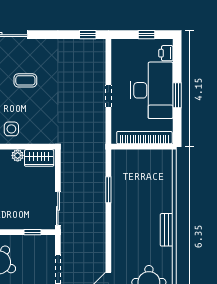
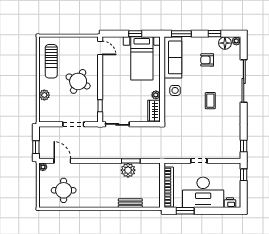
window: (146, 35) -> (244, 175), moved
window: (177, 95) -> (185, 211), moved
plant: (121, 194) -> (128, 170), added
bench: (167, 230) -> (130, 203), moved

